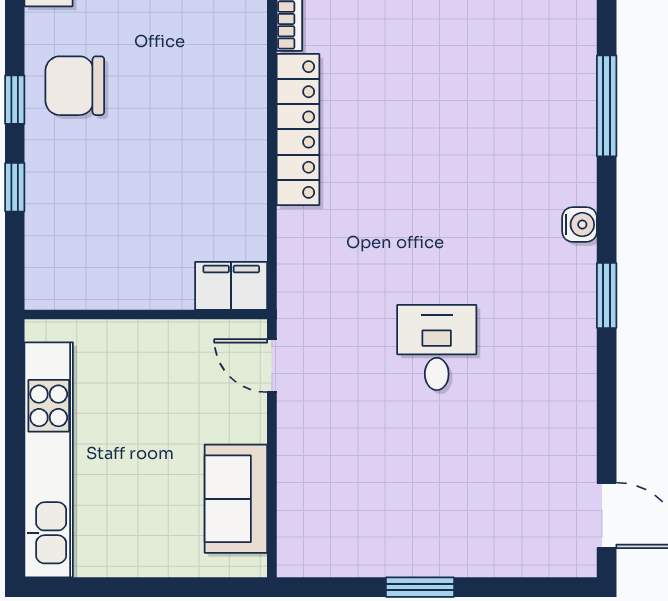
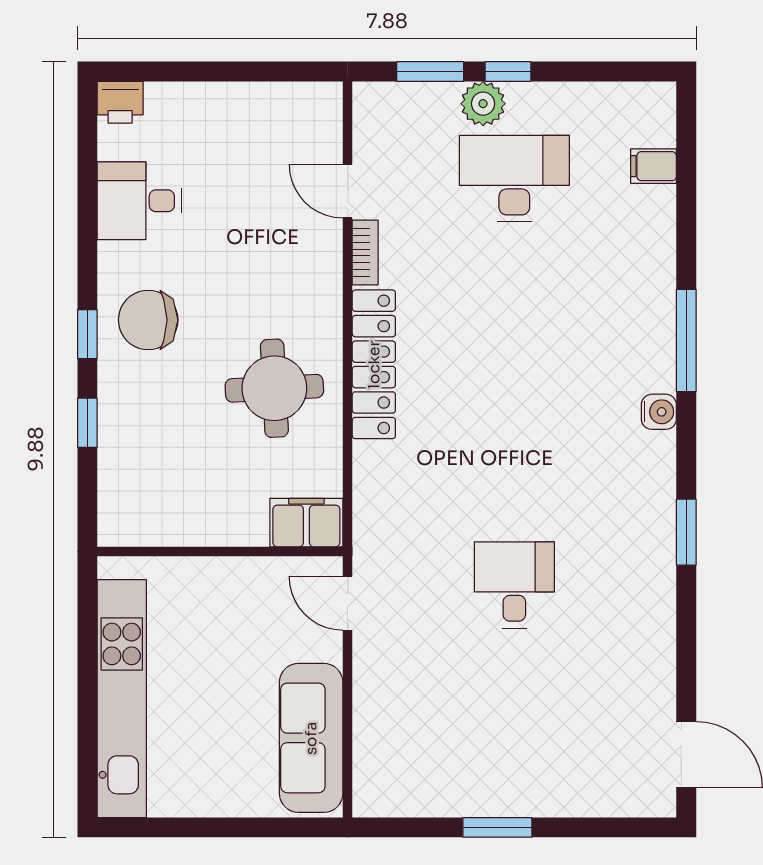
round table: (200, 153) -> (274, 388), added
water cooler: (580, 225) -> (659, 412), moved
sofa: (236, 499) -> (311, 738), width x1.36

